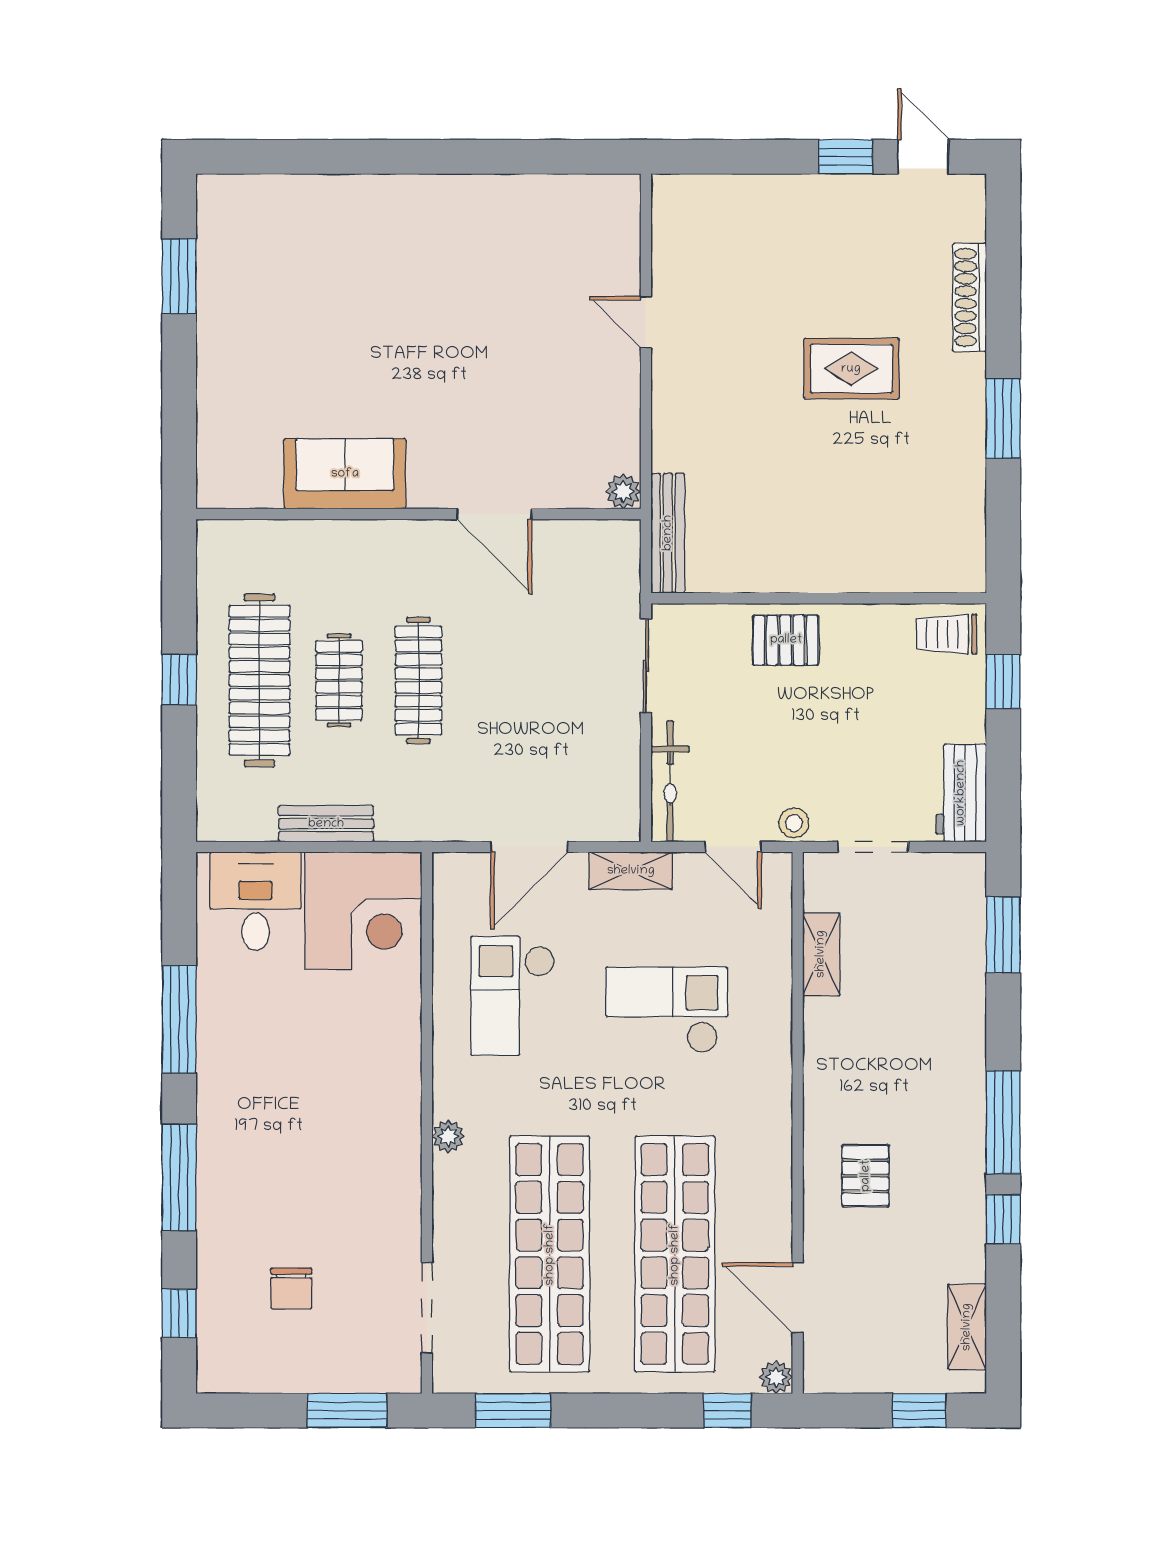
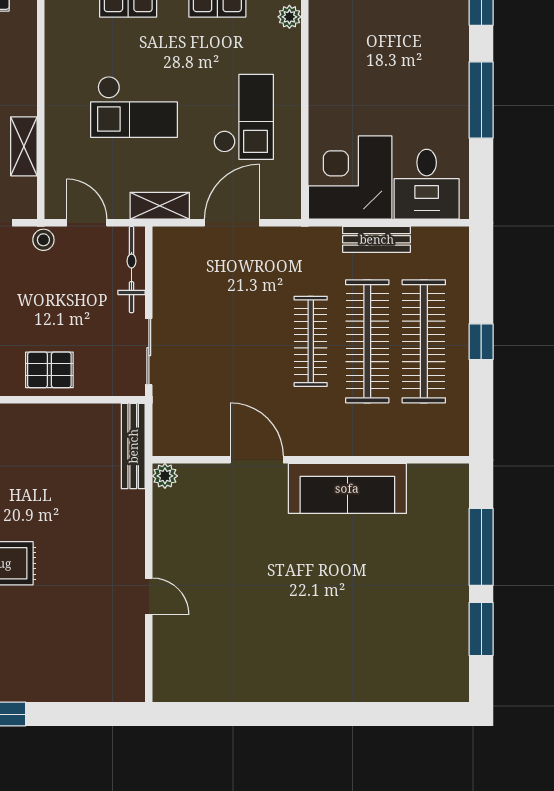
window: (179, 392) -> (481, 547), added
sofa: (345, 474) -> (347, 488), width x1.36
clothes rail: (339, 680) -> (367, 341), width x1.86, depth x1.31

